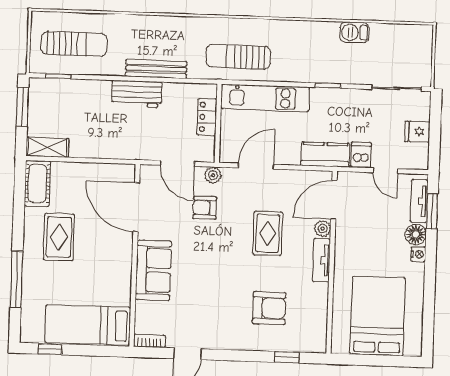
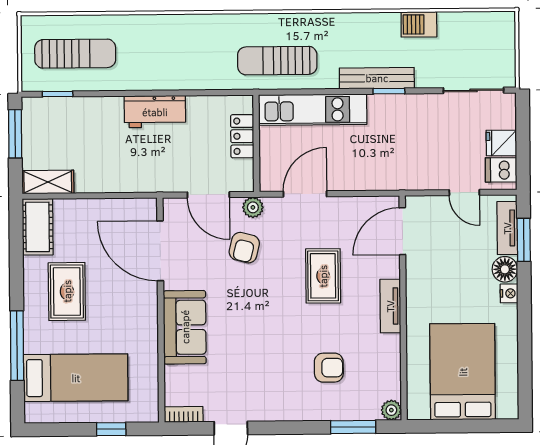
bench: (156, 69) -> (377, 78), moved
kitchen counter: (325, 154) -> (390, 176), removed
dishwasher: (361, 155) -> (501, 170), moved, turned -90
armchair: (205, 208) -> (244, 248), turned -76
plant: (323, 229) -> (391, 410), moved
armchair: (269, 308) -> (329, 368), width x0.72, depth x0.72
bed: (88, 325) -> (76, 378), moved, turned 180
window: (50, 349) -> (111, 429), moved
window: (287, 357) -> (353, 427), width x1.50

